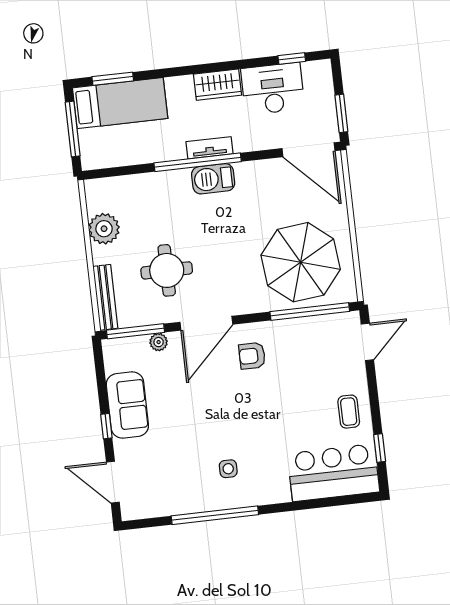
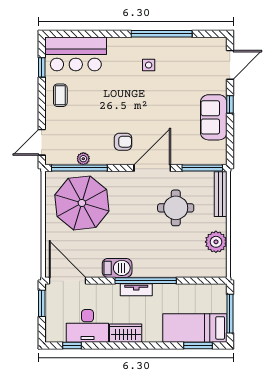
barbecue: (213, 179) -> (117, 268), moved
plant: (159, 342) -> (83, 159), moved
door: (113, 482) -> (230, 65), hinge flipped

